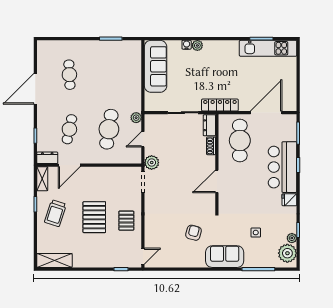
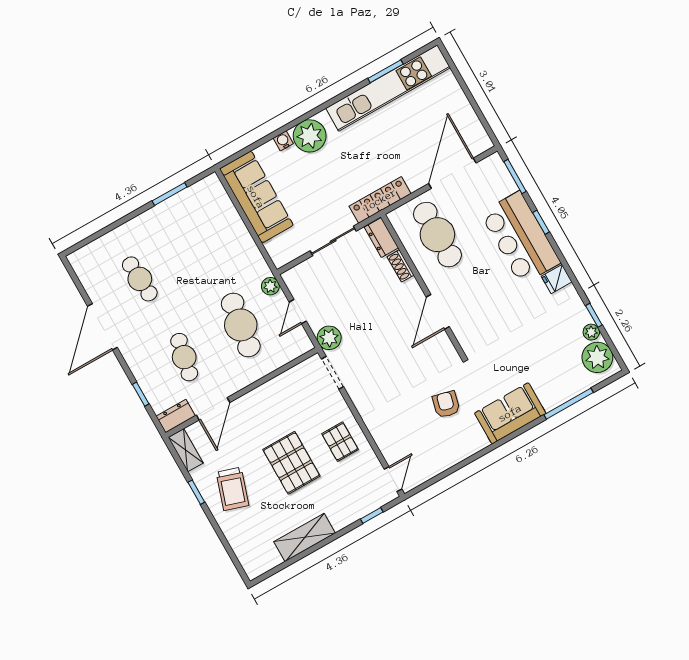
plant: (197, 45) -> (310, 136), width x1.87, depth x1.87
kitchen unit: (268, 48) -> (388, 88), width x1.36
side table: (256, 233) -> (535, 353), removed
shelving: (54, 260) -> (305, 537), moved

